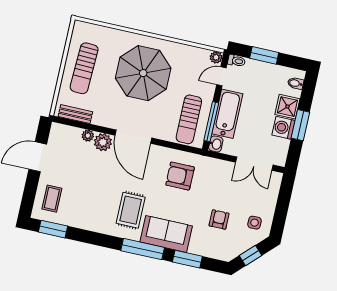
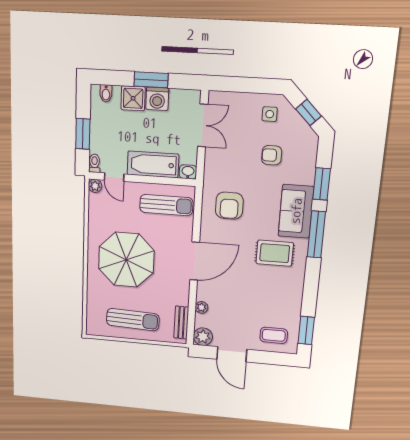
window: (211, 122) -> (165, 181), removed
plant: (103, 142) -> (203, 337), moved

